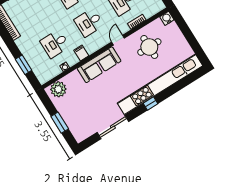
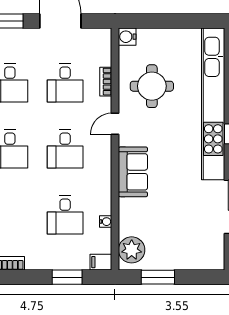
door: (118, 40) -> (115, 124), hinge flipped
filing cabinet: (81, 53) -> (101, 262), moved
sofa: (99, 65) -> (133, 172), width x0.73
window: (60, 123) -> (158, 277), moved

